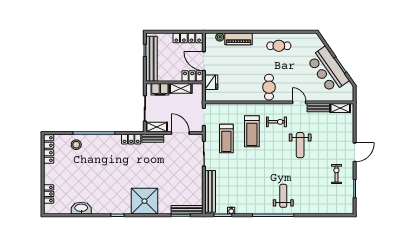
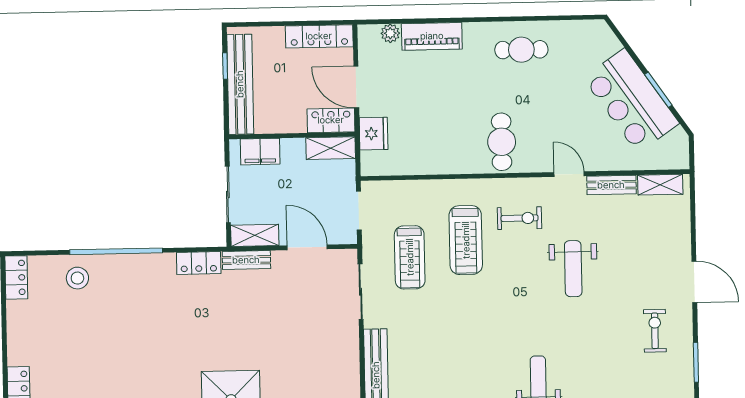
shelving: (181, 88) -> (331, 148), moved
locker: (49, 149) -> (16, 277), width x0.66
door: (355, 152) -> (694, 282), hinge flipped

